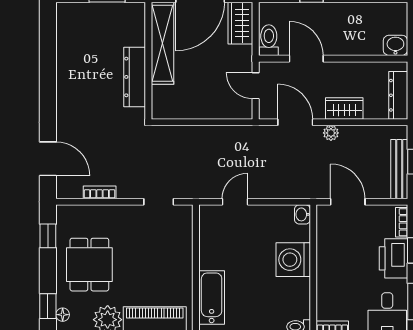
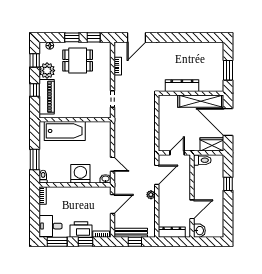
door: (306, 59) -> (192, 209), moved
wardrobe: (344, 109) -> (164, 202), removed
door: (235, 202) -> (113, 164), moved
bathtub: (212, 297) -> (65, 131), width x1.36, depth x1.36
window: (48, 306) -> (72, 37), moved

